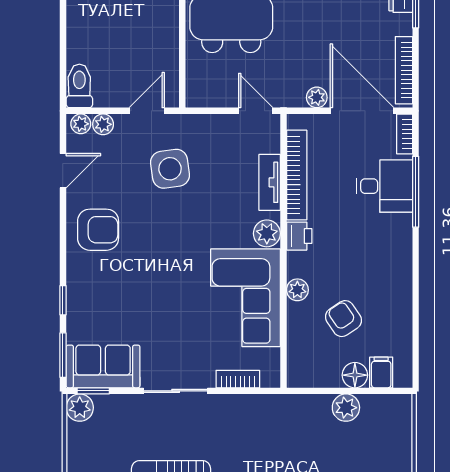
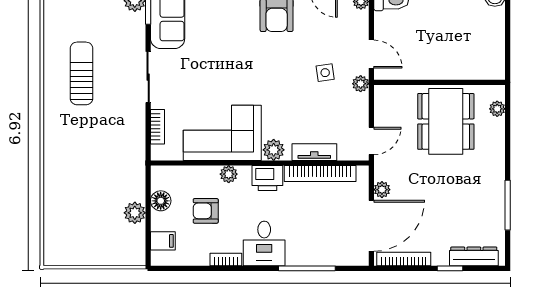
plant: (103, 124) -> (361, 84), moved
bookcase: (405, 134) -> (226, 260), moved
side table: (170, 169) -> (325, 73), width x0.54, depth x0.54
desk: (384, 186) -> (264, 243), moved
printer: (299, 236) -> (267, 178), width x1.36, depth x1.24
armchair: (343, 319) -> (206, 211), turned -146
floor lamp: (355, 375) -> (161, 201), moved

